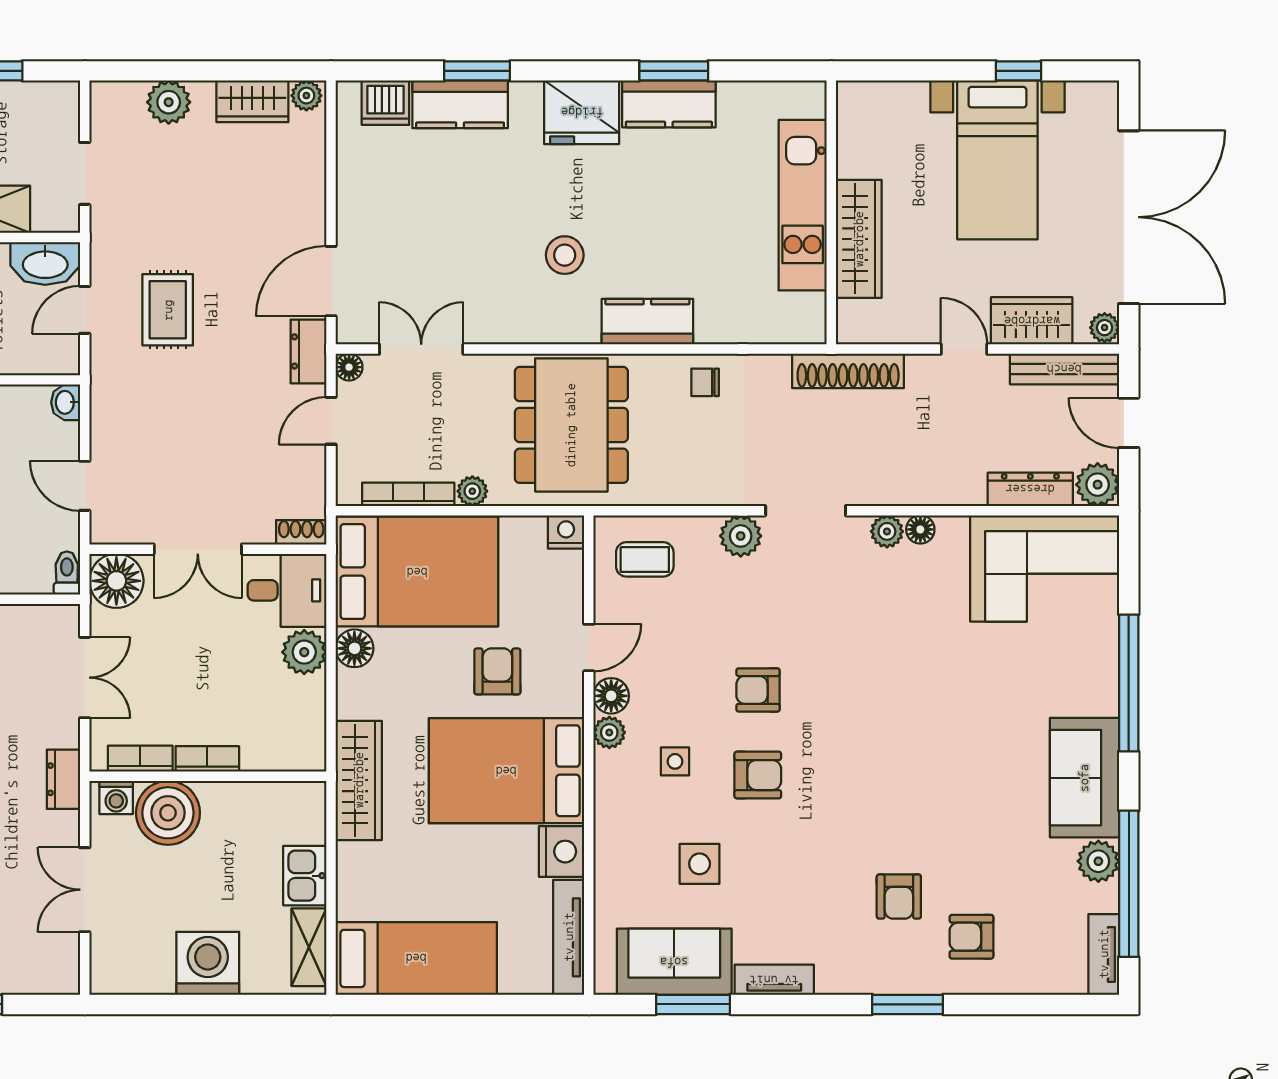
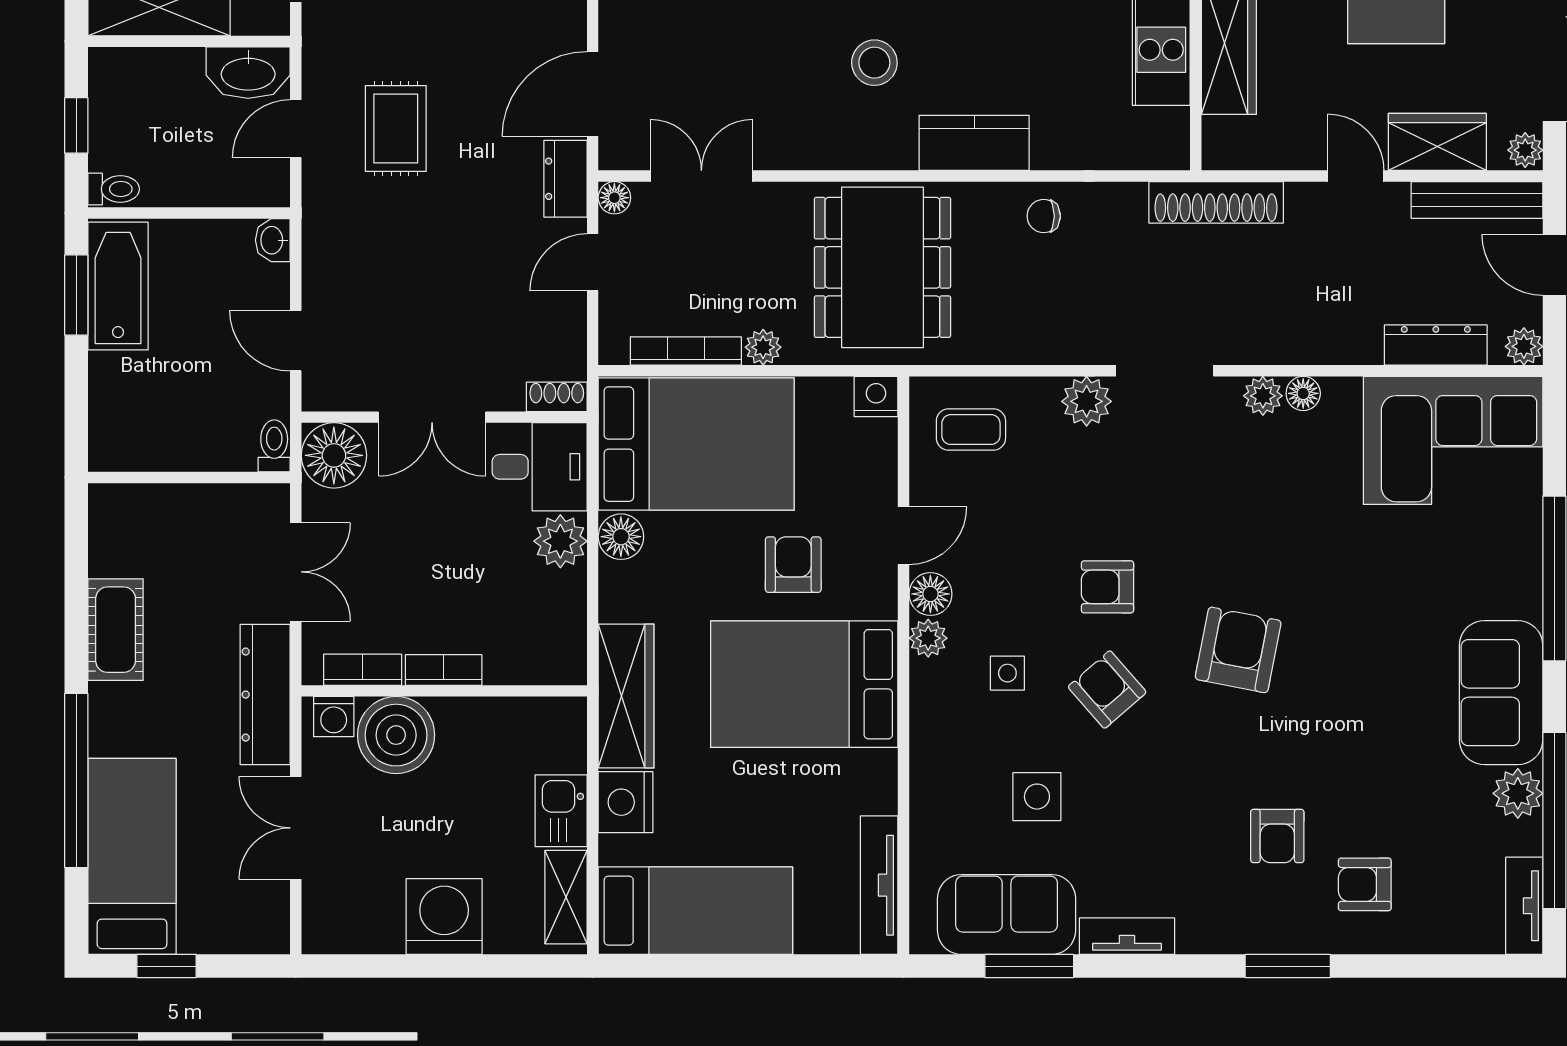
plant: (1098, 485) -> (1524, 346), width x0.73, depth x0.73
armchair: (866, 742) -> (1238, 650), added
armchair: (758, 775) -> (1107, 689), turned -131
dresser: (63, 779) -> (265, 695), width x1.96, depth x1.24
nightstand: (562, 852) -> (626, 802), moved, turned 180

